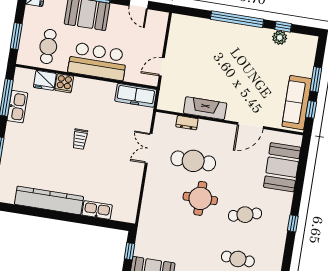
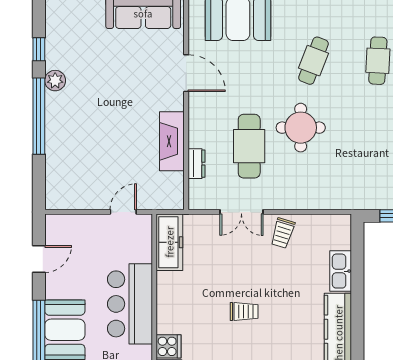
plant: (280, 38) -> (55, 81), moved
door: (162, 67) -> (123, 212), swing flipped
trolley: (130, 174) -> (283, 233), added
cafe table: (245, 215) -> (314, 61), turned 36

